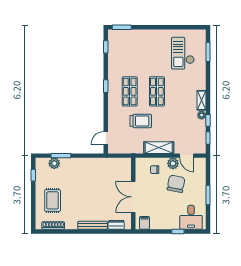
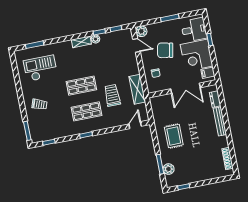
trolley: (146, 45) -> (39, 104), added
checkout: (183, 53) -> (40, 68), turned 180
door: (106, 138) -> (135, 125), swing flipped
shelving: (159, 148) -> (137, 89), moved
door: (187, 156) -> (136, 45), hinge flipped
plant: (173, 163) -> (141, 31), moved
rug: (53, 200) -> (174, 136), moved, turned 90
corner desk: (165, 215) -> (197, 55), added

